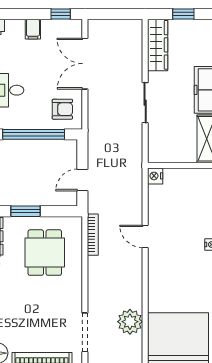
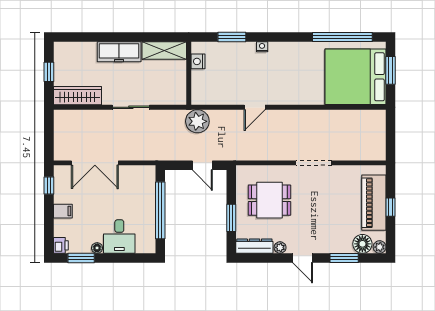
armchair: (62, 109) -> (137, 184), removed
nightstand: (155, 176) -> (198, 61), moved, turned 90
bookcase: (93, 235) -> (253, 156), removed
plant: (130, 322) -> (197, 121), moved
doorway: (85, 332) -> (314, 163), moved

